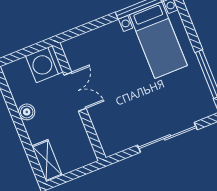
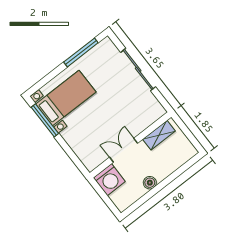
shelving: (47, 161) -> (159, 135), moved

